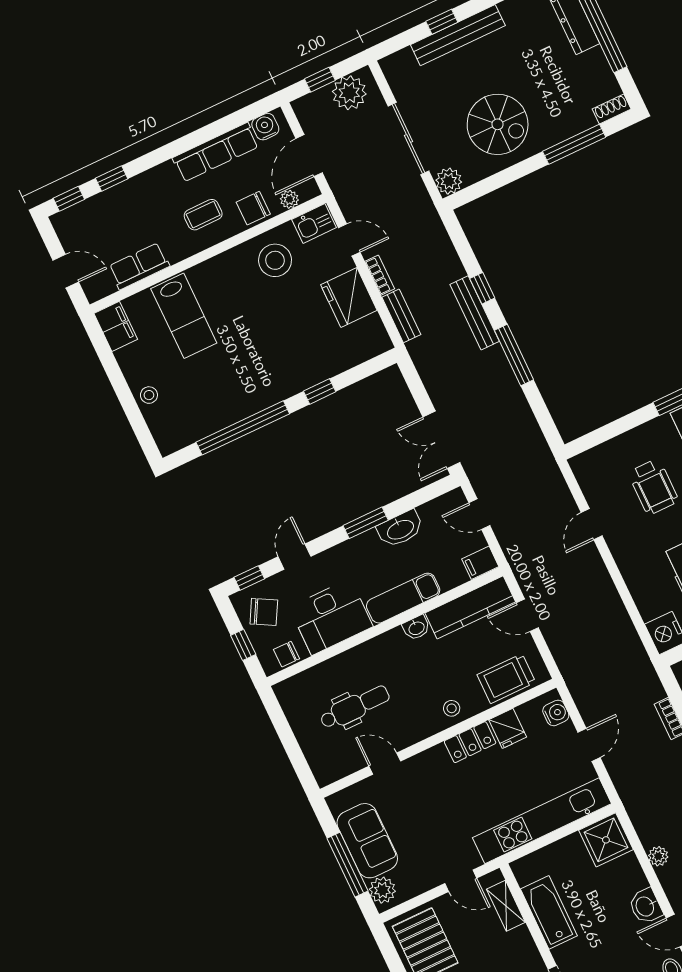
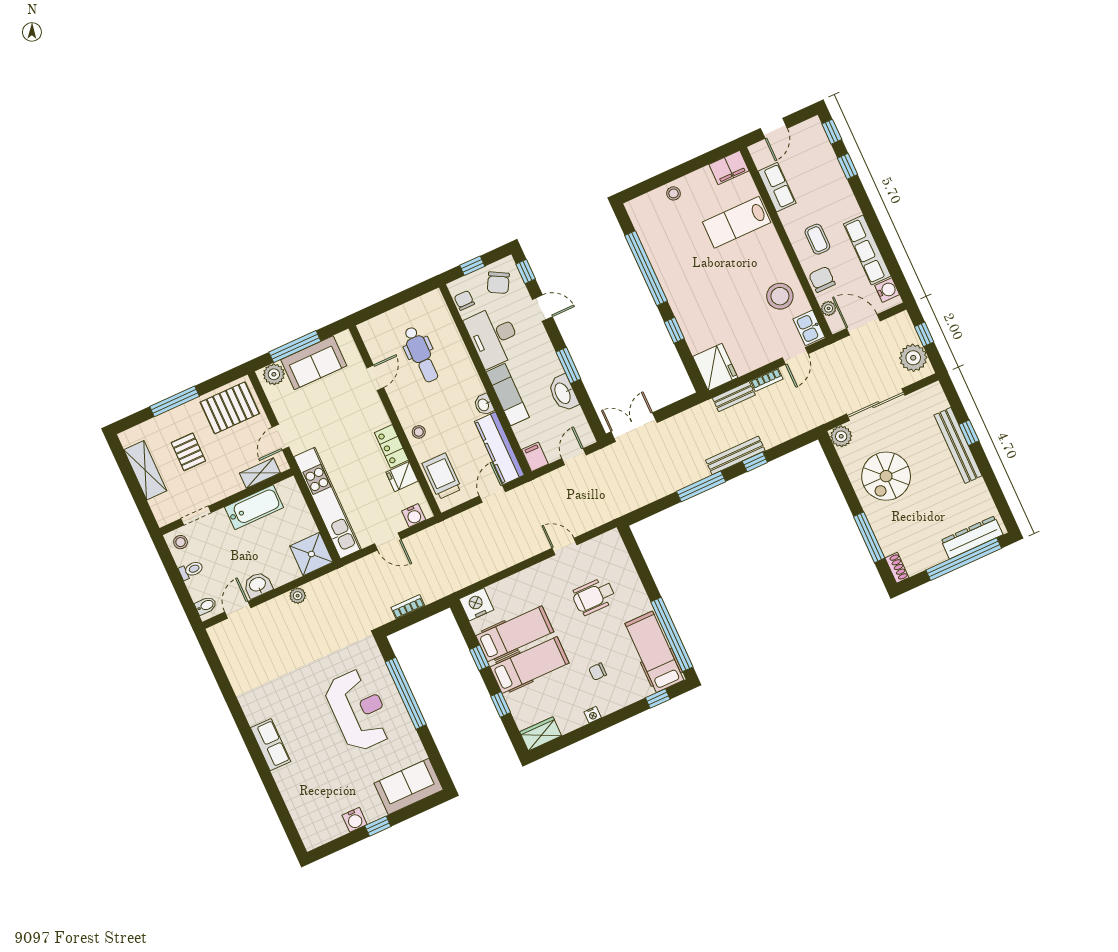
fridge: (349, 297) -> (715, 367), moved, turned 90

